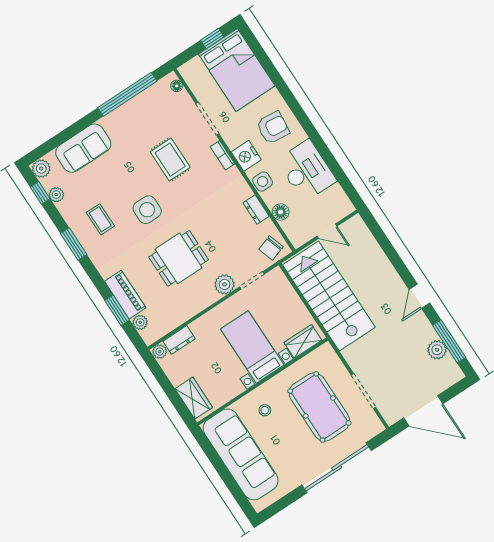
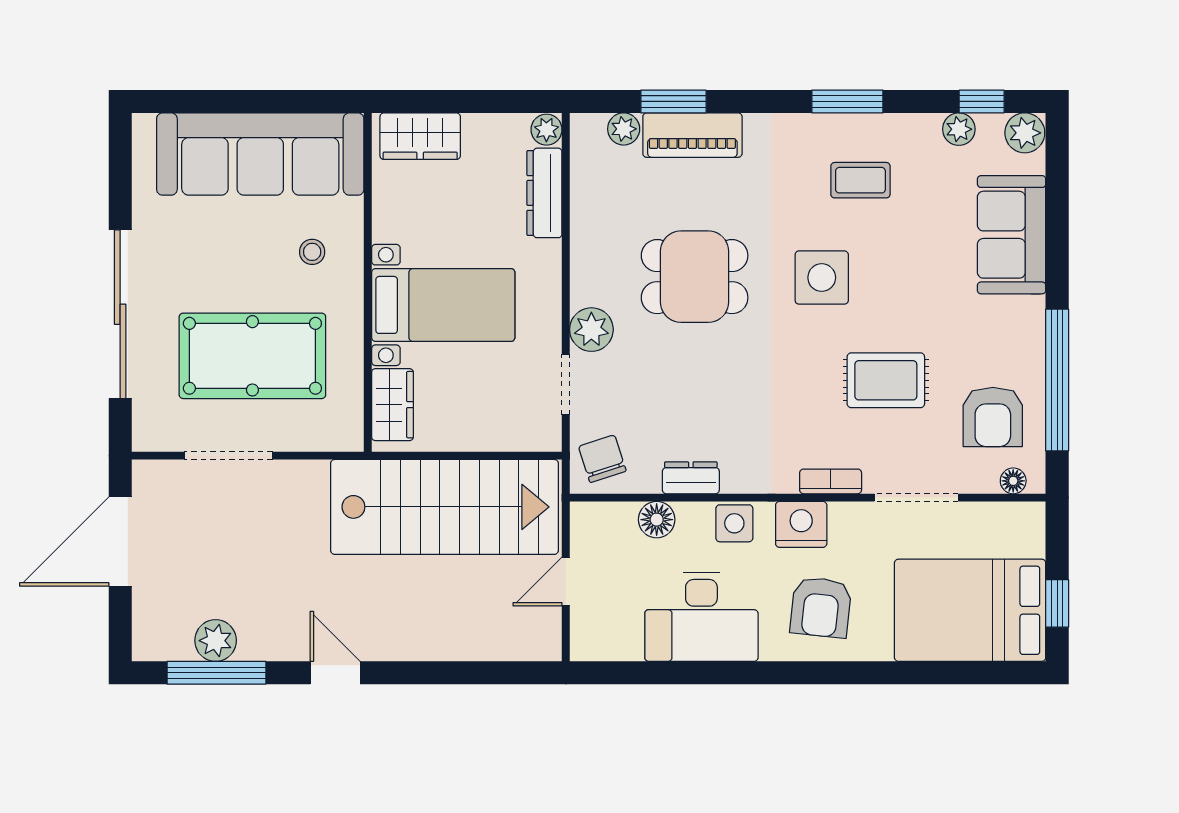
armchair: (157, 110) -> (993, 417), added
dining table: (179, 258) -> (695, 277), turned 90
dresser: (179, 340) -> (544, 193), width x1.44

